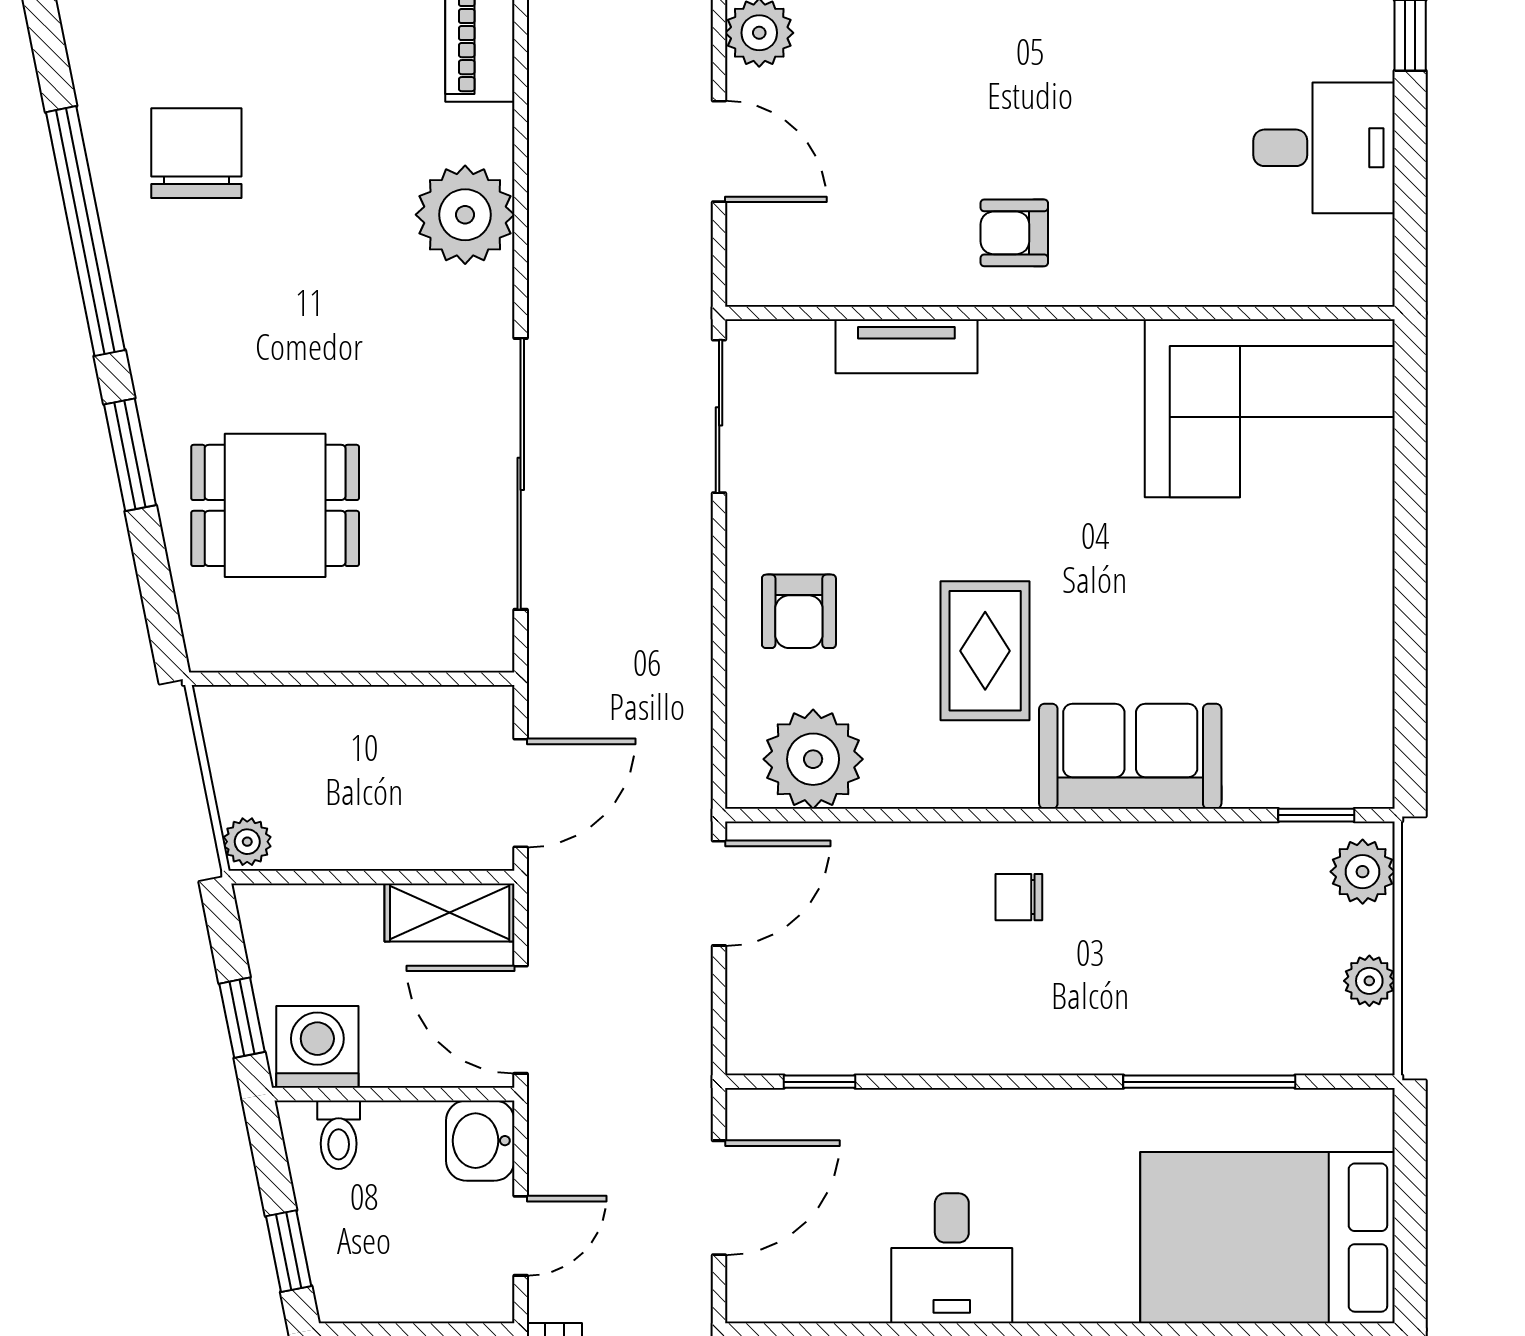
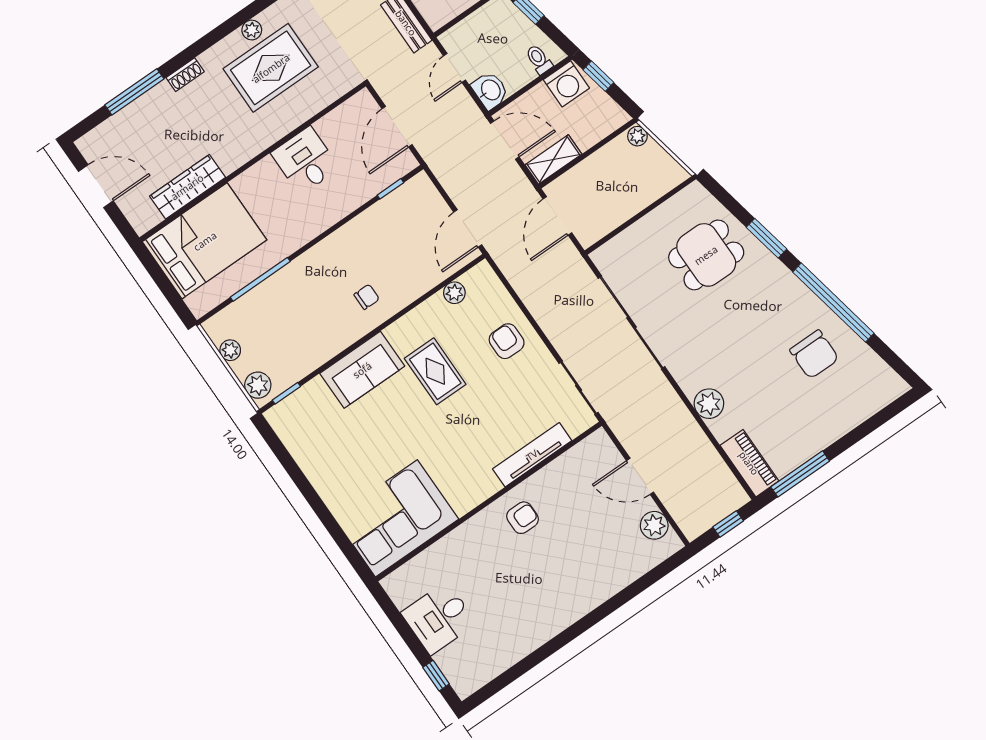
plant: (465, 215) -> (709, 404), width x0.73, depth x0.73
tv unit: (906, 346) -> (532, 455), width x1.41
plant: (813, 759) -> (454, 293), width x0.53, depth x0.53

